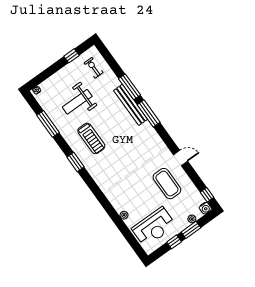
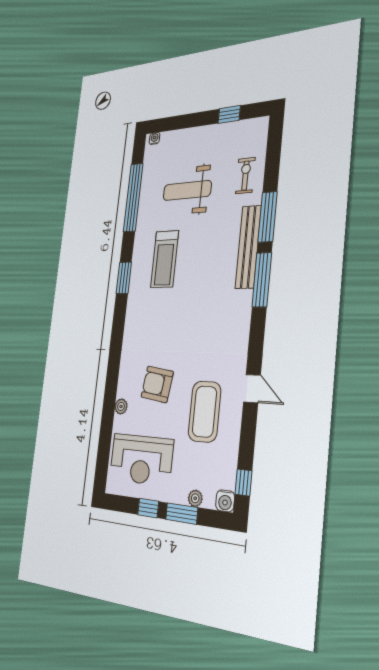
exercise bike: (94, 68) -> (245, 176), moved
window: (48, 124) -> (133, 198), width x1.46
armchair: (135, 192) -> (157, 384), added

